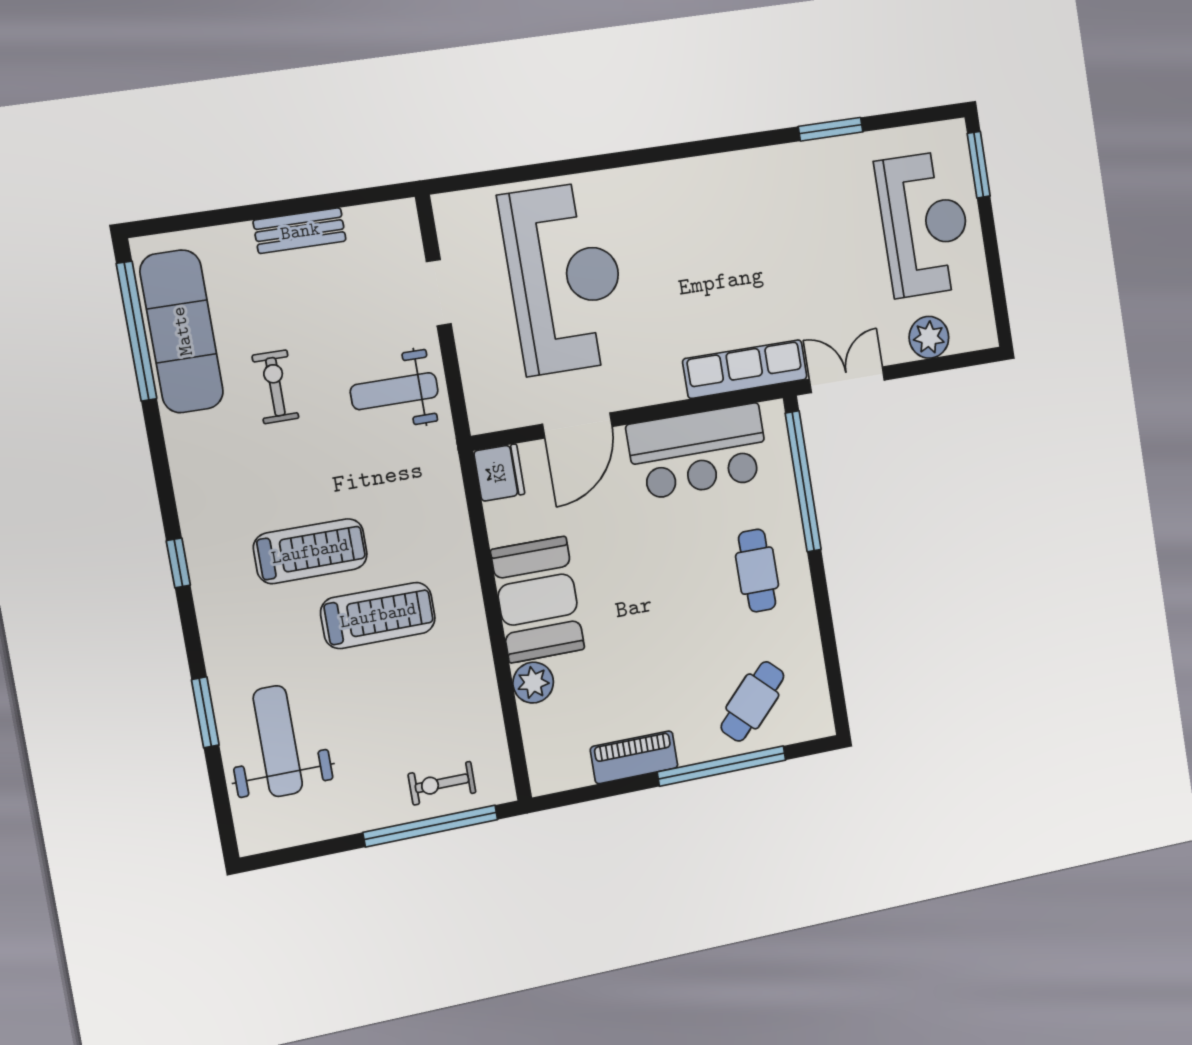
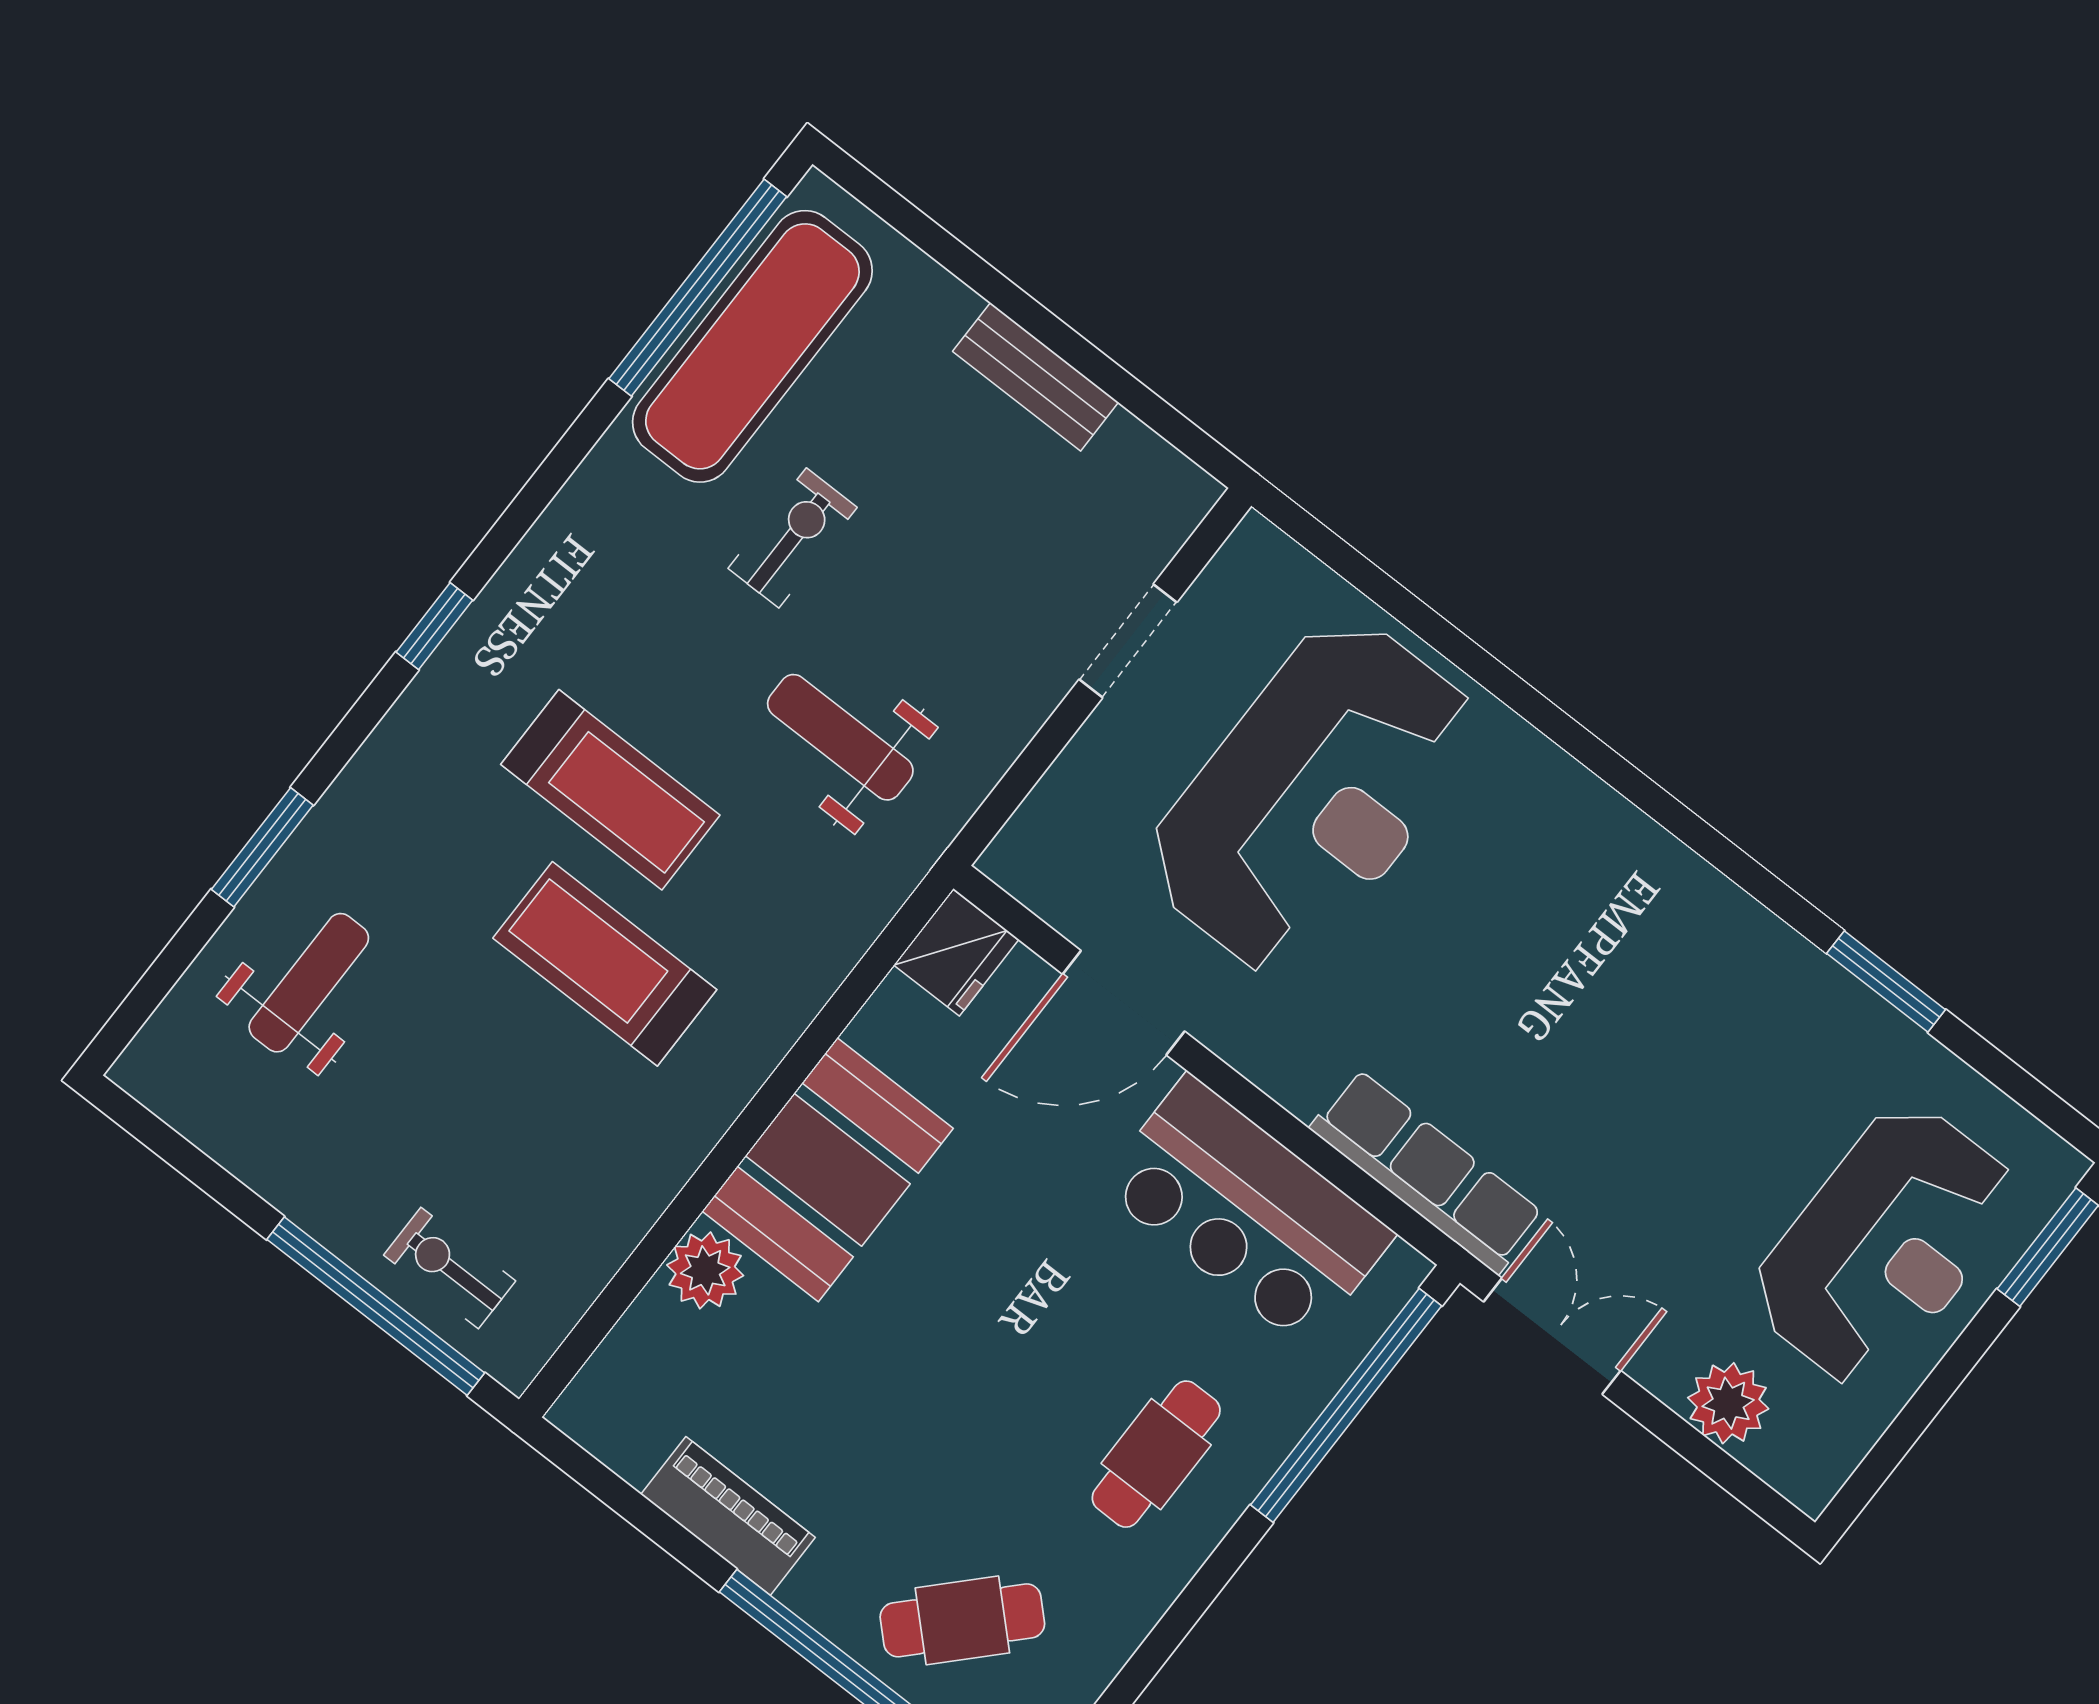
weight bench: (394, 391) -> (840, 737), moved
treadmill: (378, 615) -> (605, 964), turned 180
weight bench: (278, 741) -> (309, 983), width x0.73, depth x0.75

